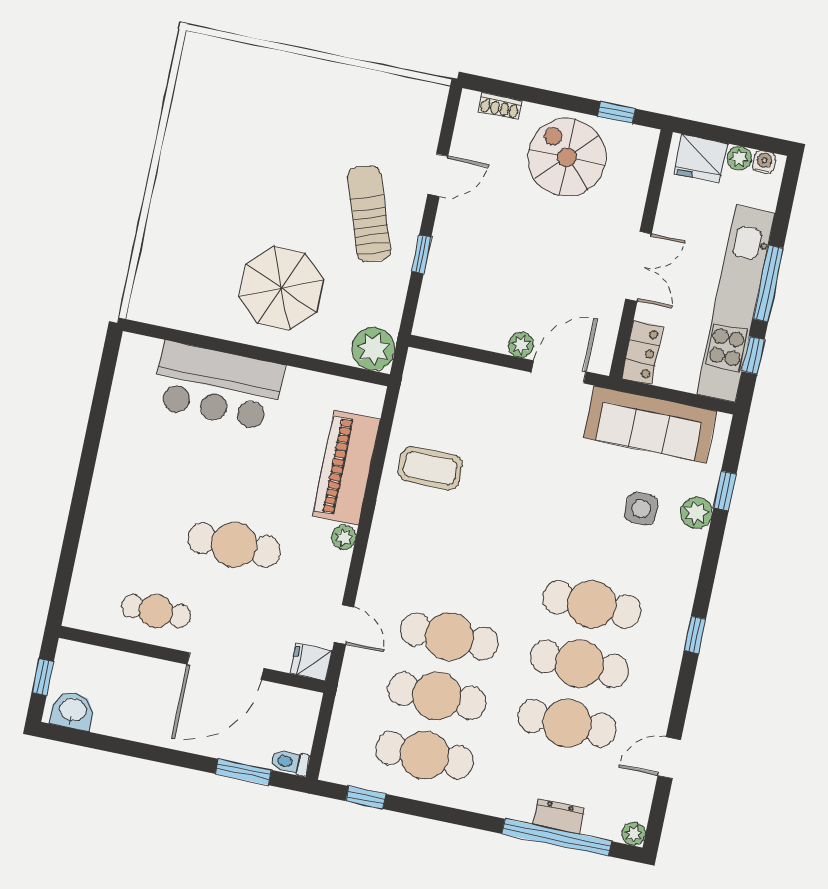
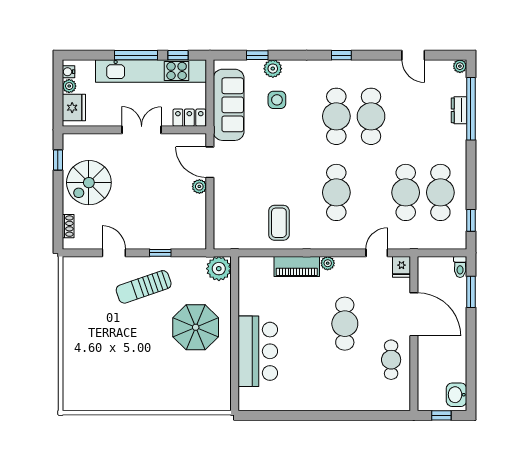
piano: (346, 468) -> (297, 266), width x0.73, depth x0.75
cafe table: (449, 637) -> (336, 192), moved
cafe table: (567, 723) -> (406, 116), removed

